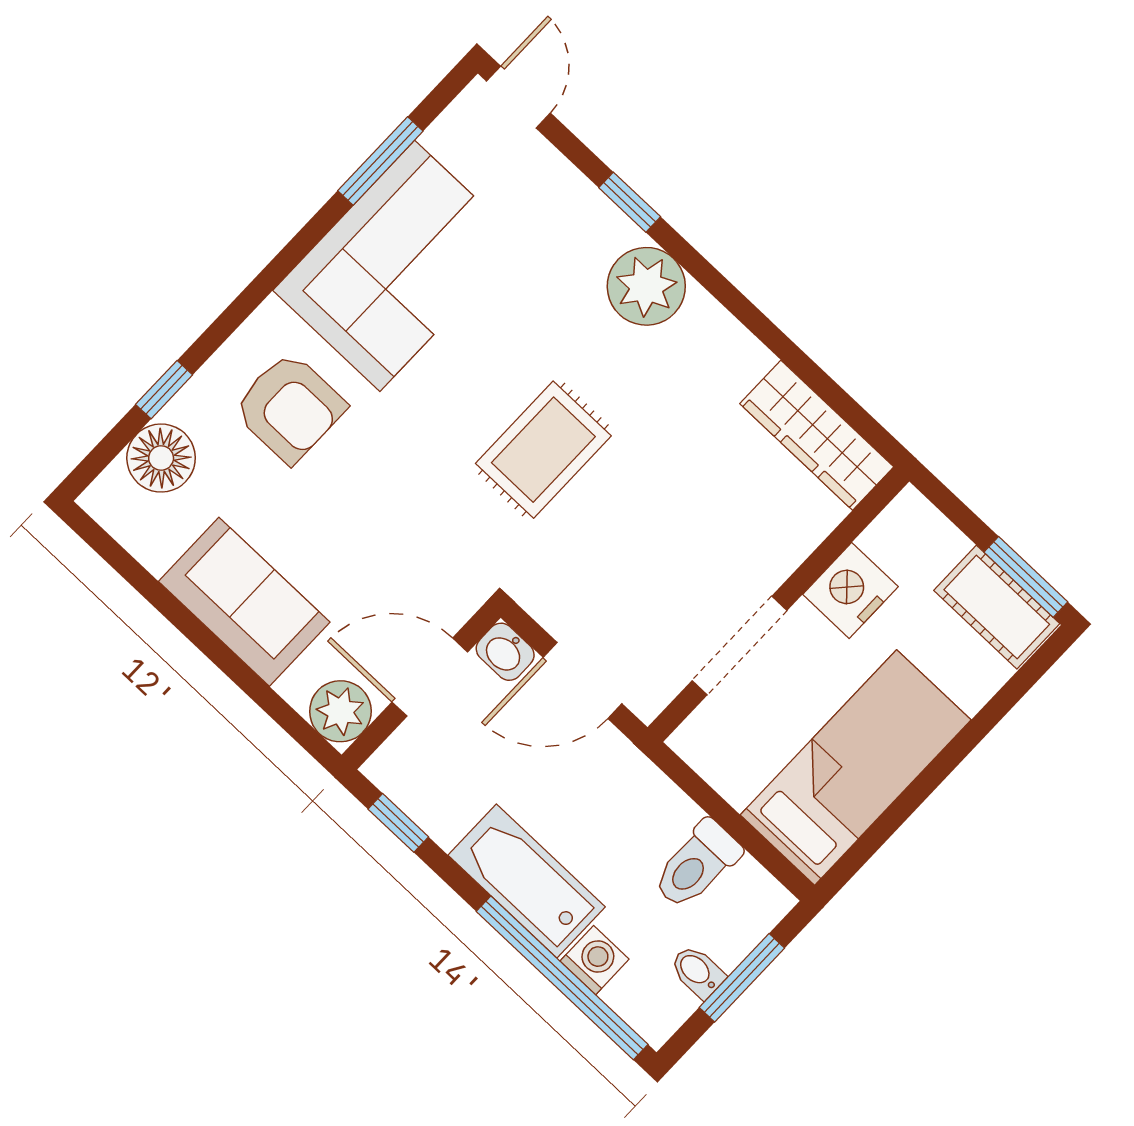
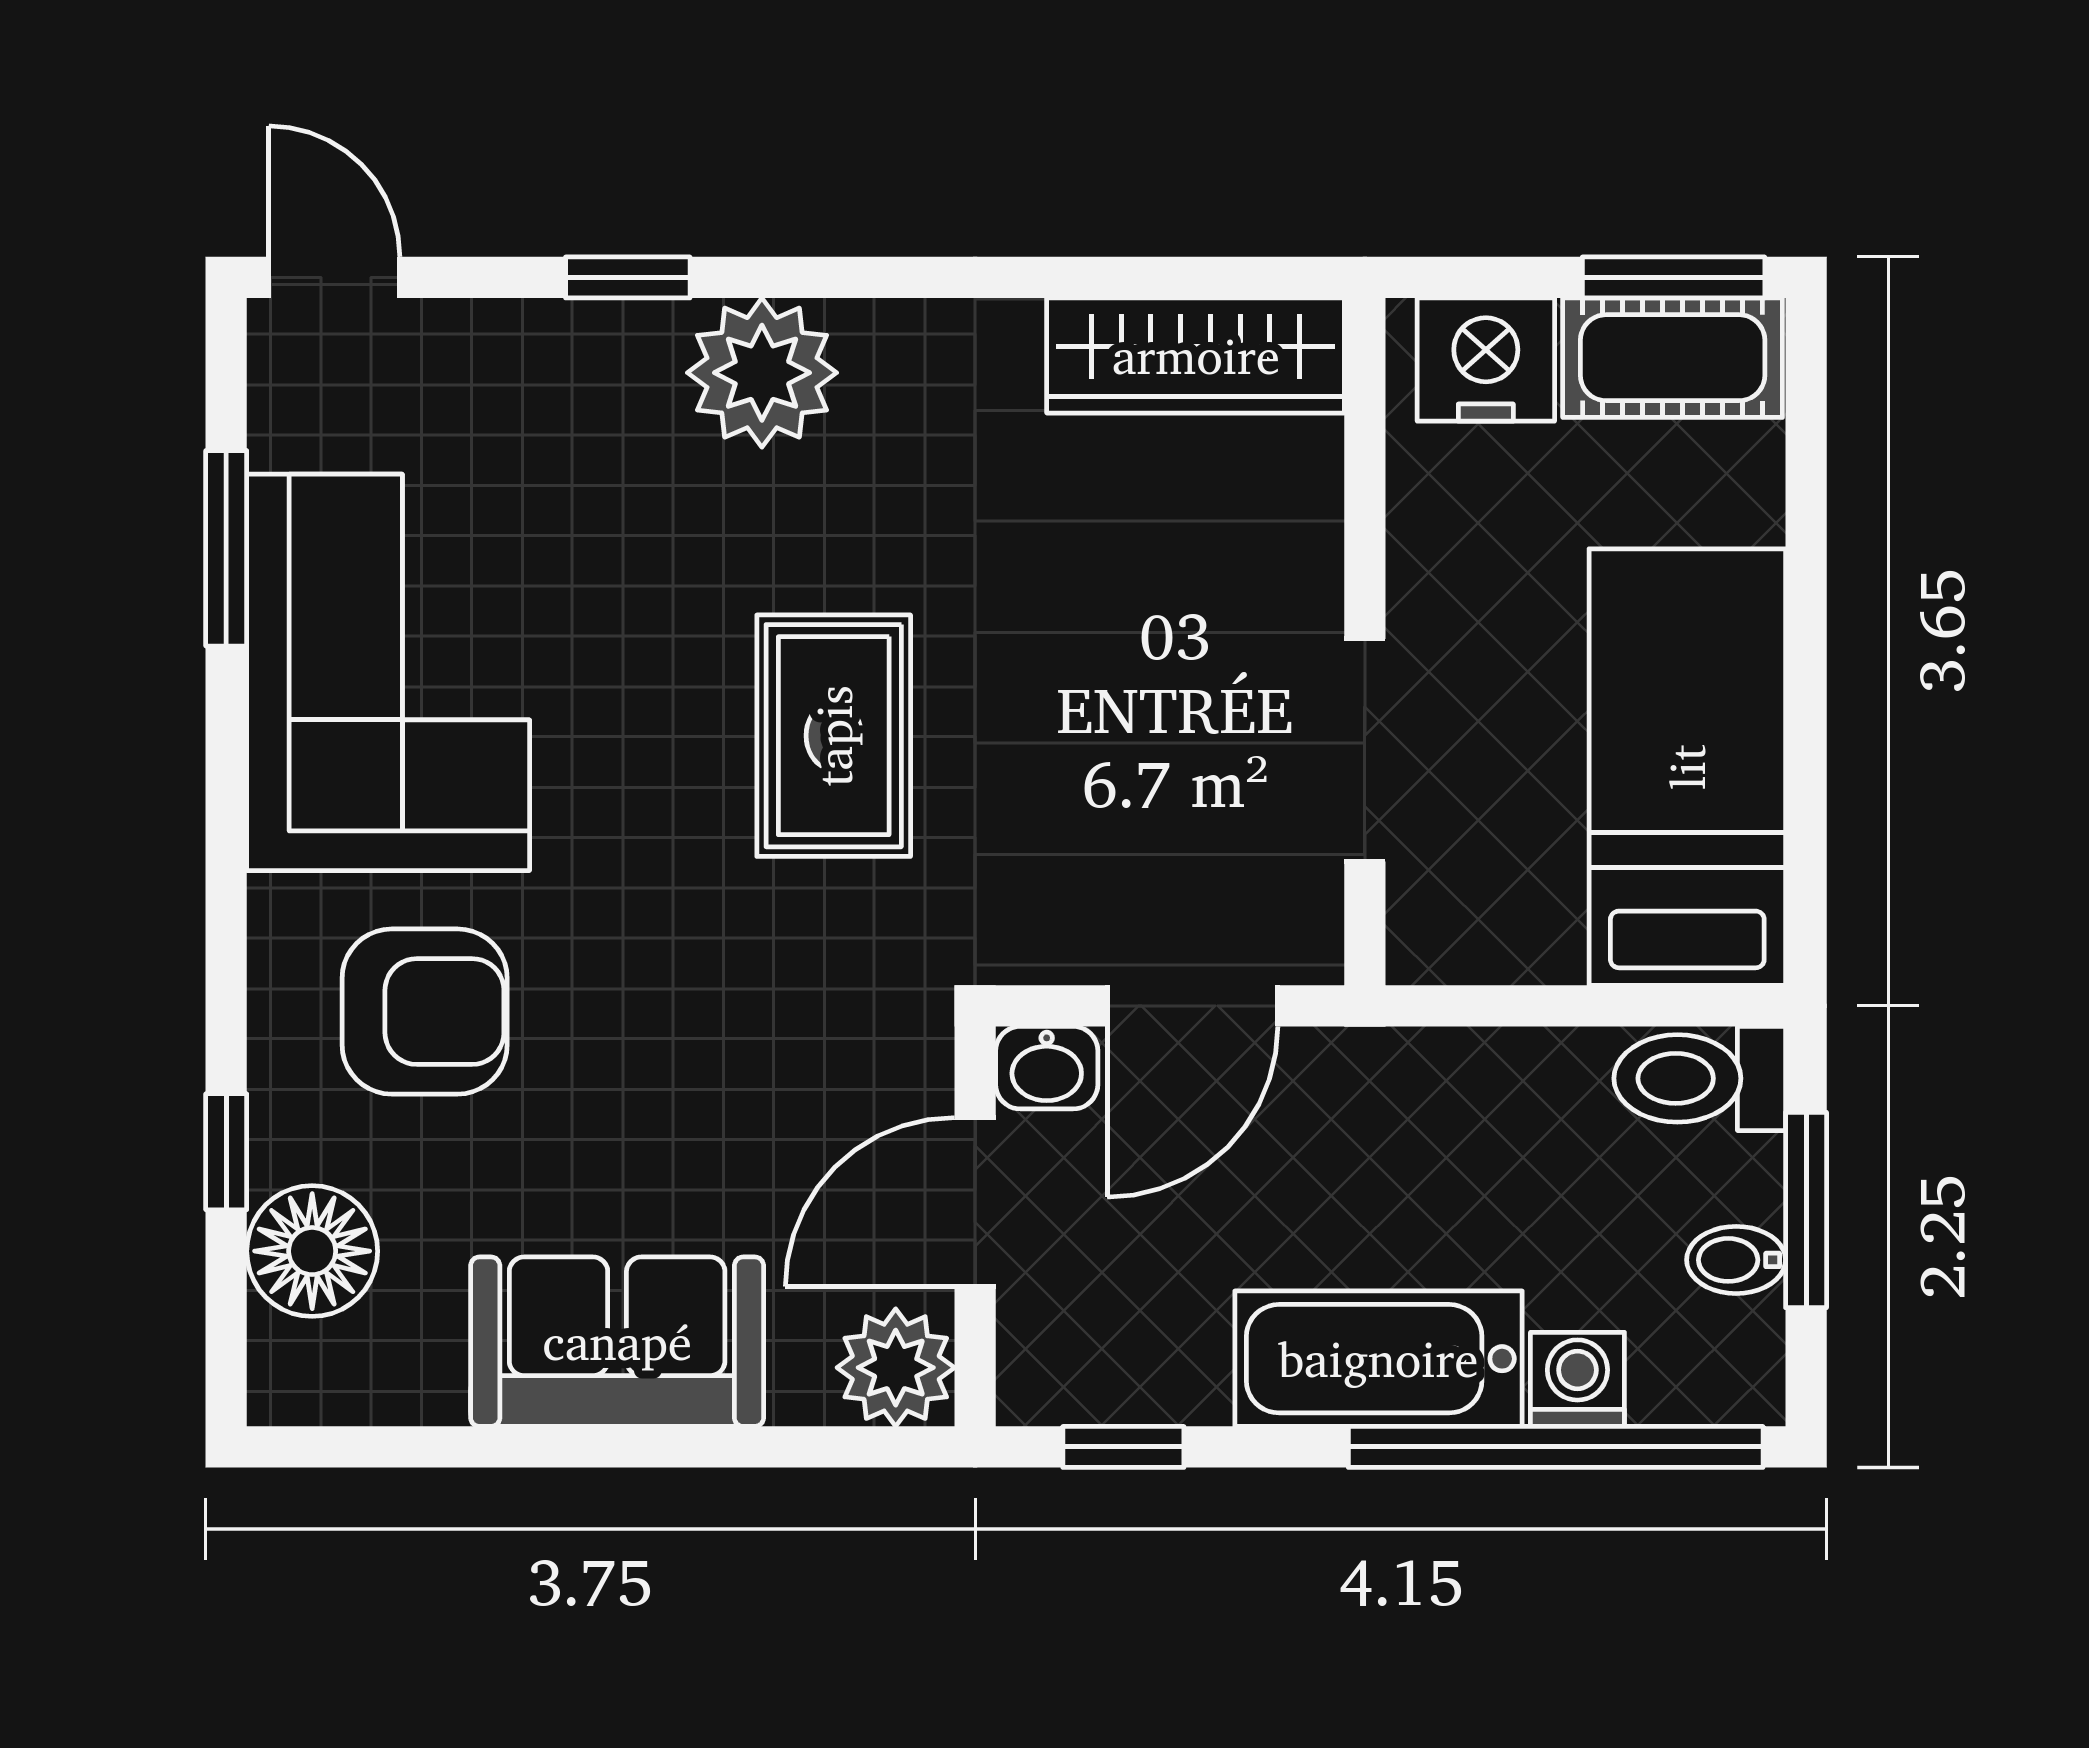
nightstand: (850, 590) -> (1486, 360), moved, turned 90
toilet: (697, 865) -> (1700, 1078), moved, turned 90

